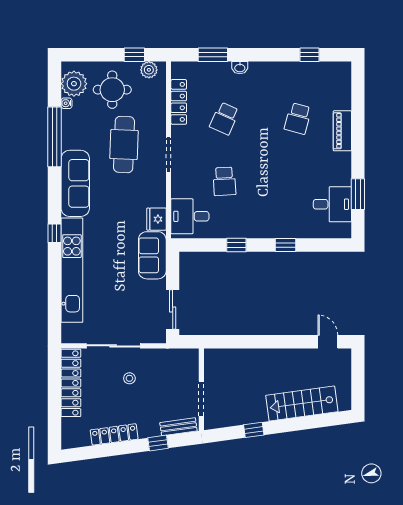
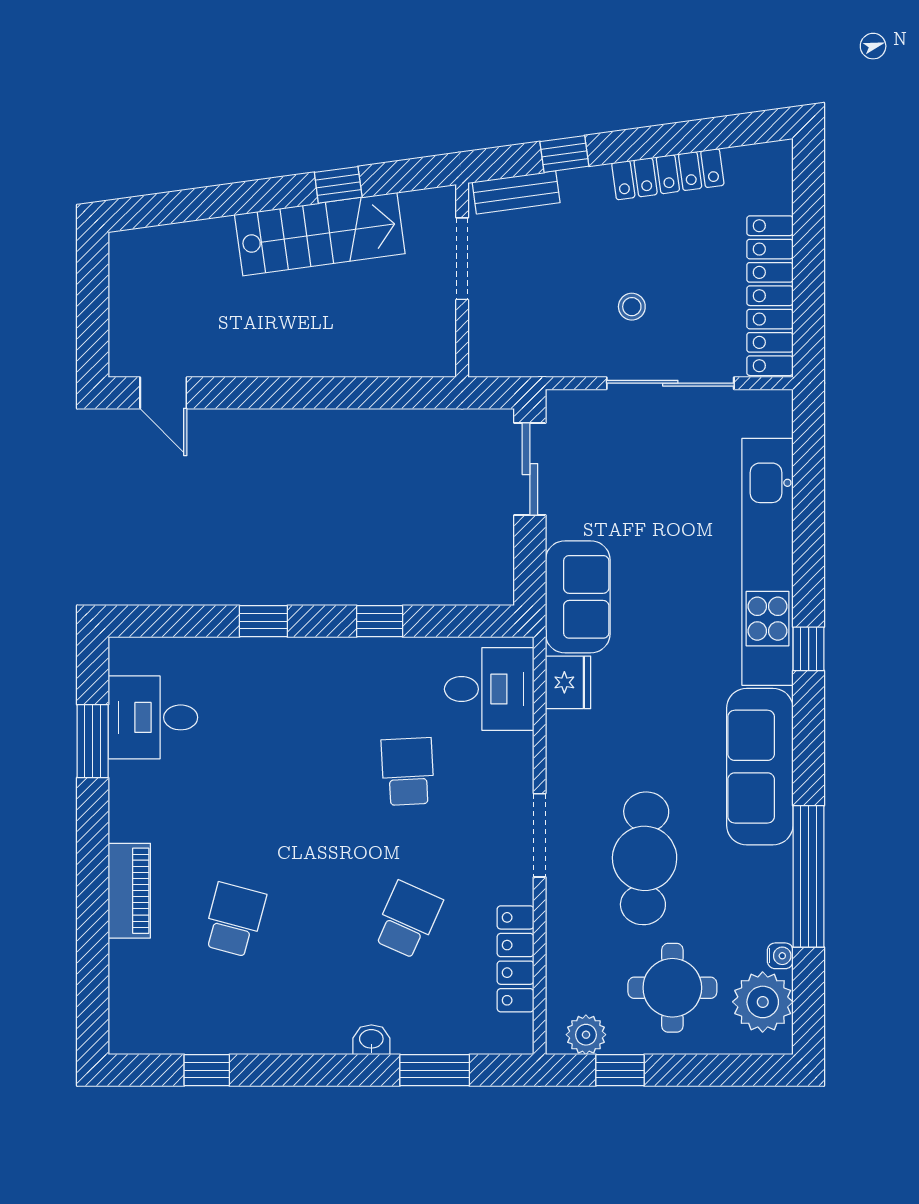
stairs: (302, 404) -> (320, 234), moved

